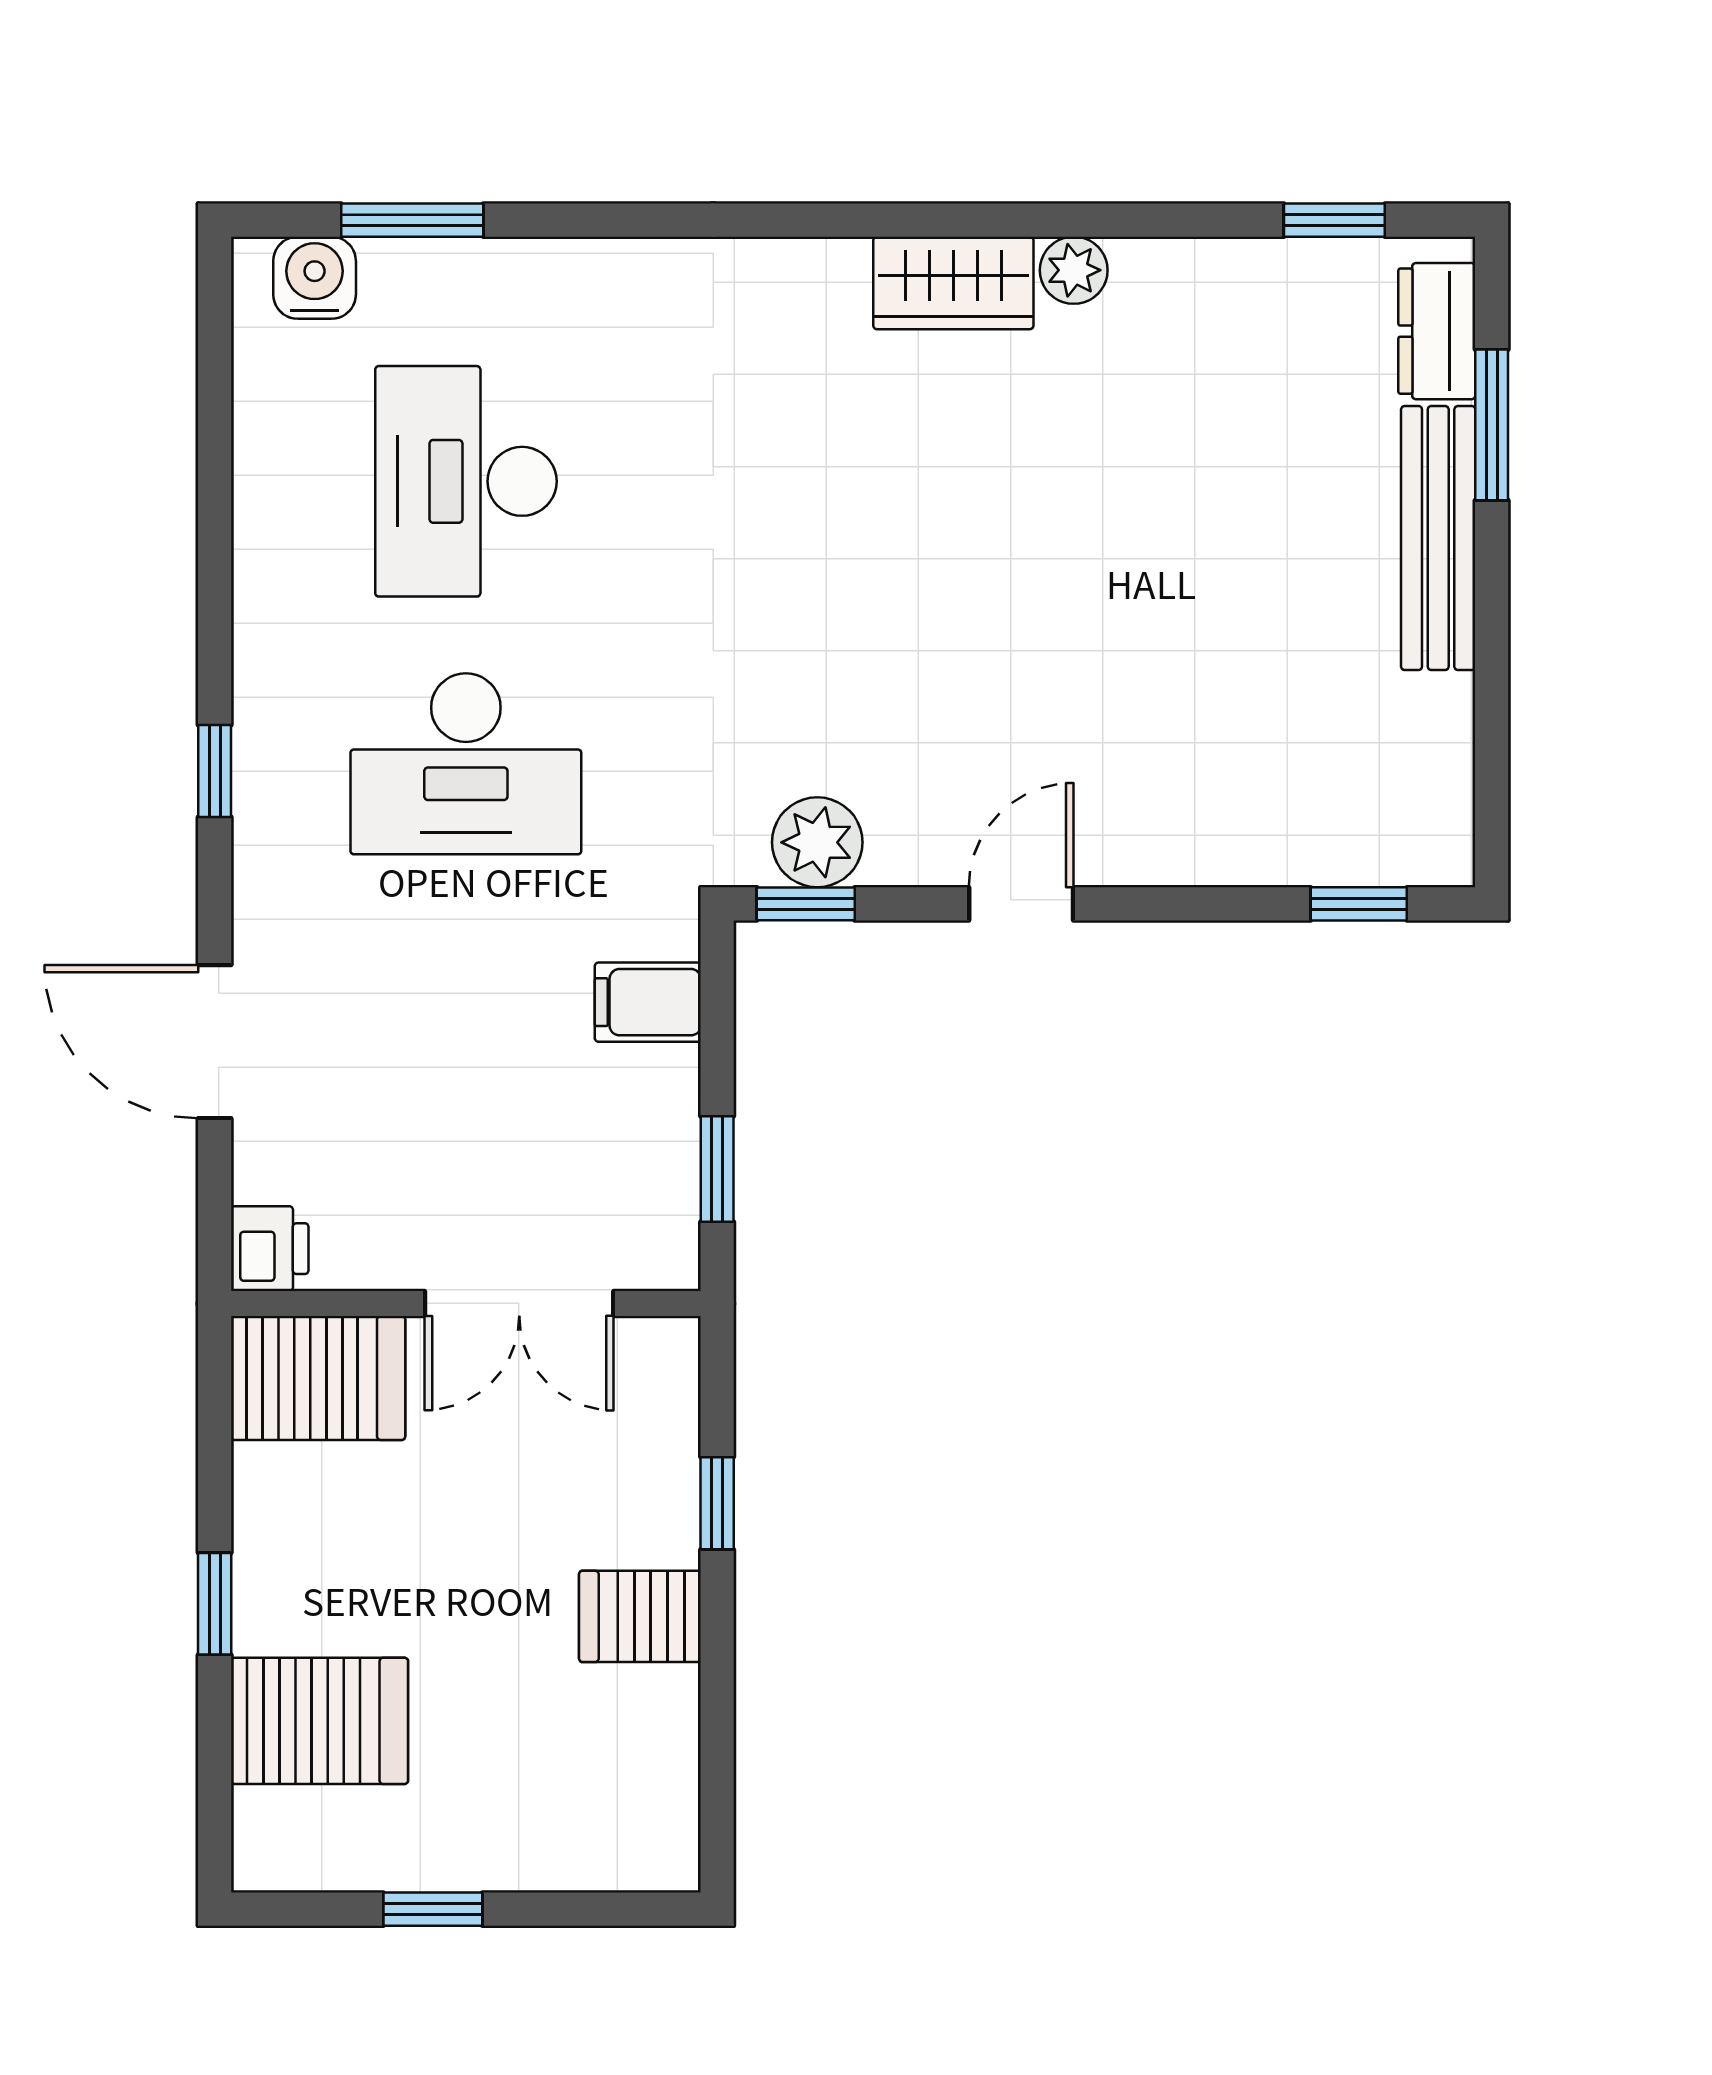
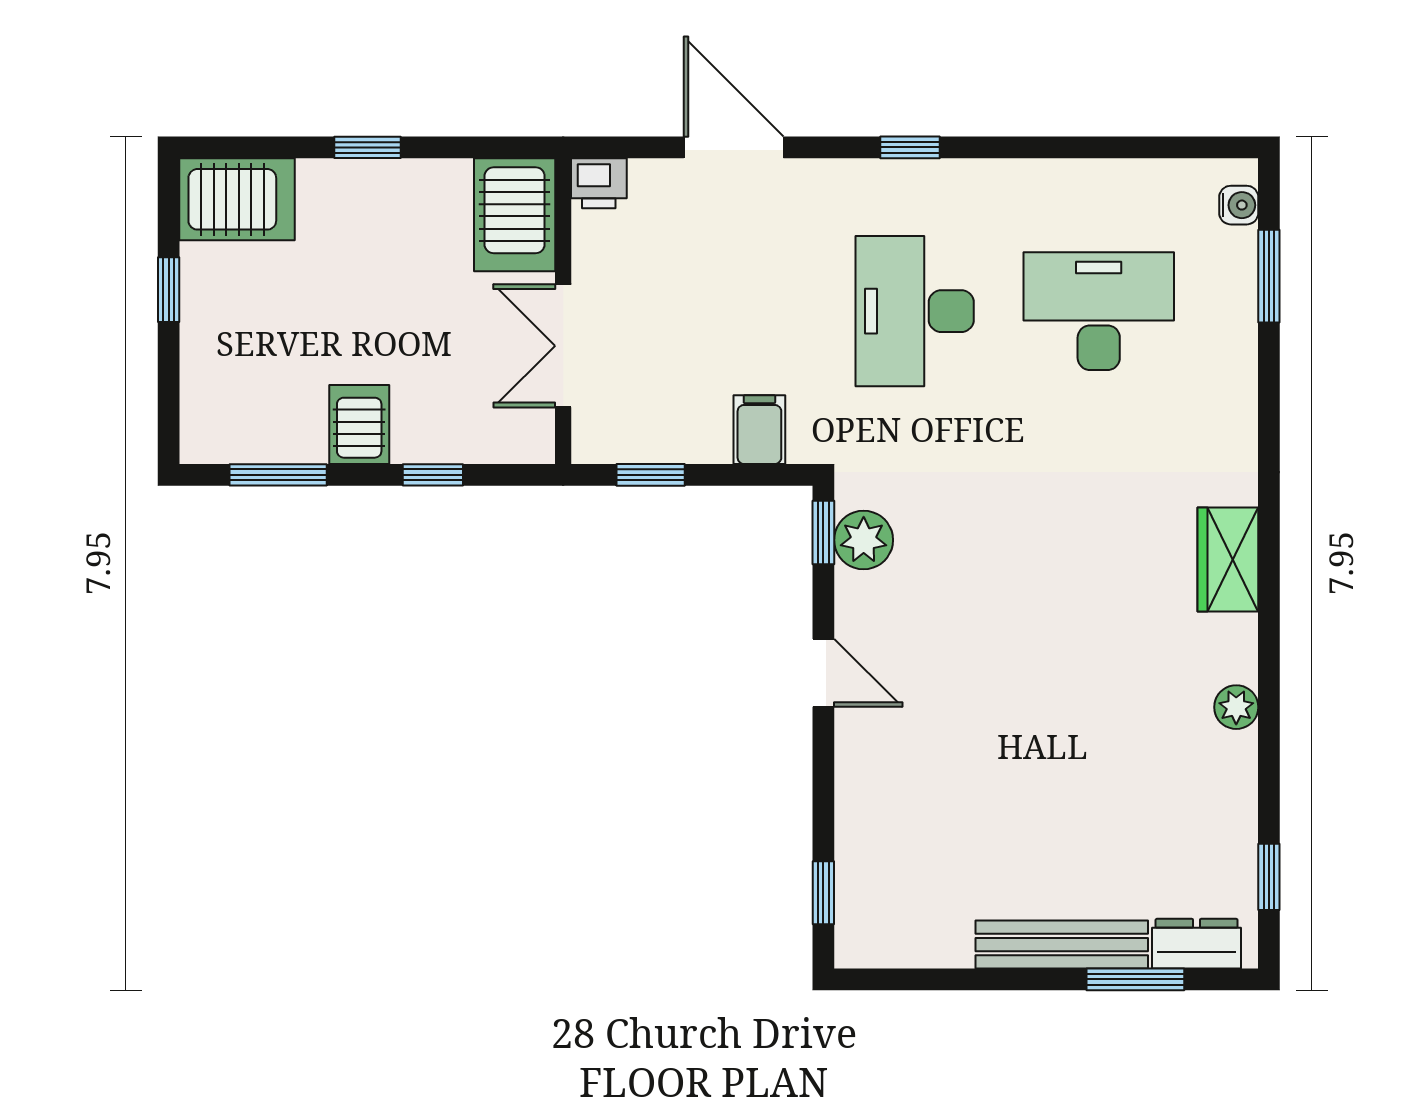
water cooler: (315, 278) -> (1239, 205), width x0.72, depth x0.72
wardrobe: (953, 283) -> (1228, 560), moved
door: (215, 1042) -> (734, 147), hinge flipped
server rack: (320, 1721) -> (237, 199), moved, turned -90
window: (717, 1741) -> (278, 475), added

